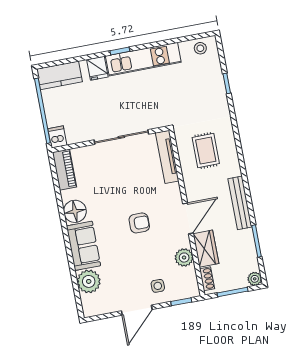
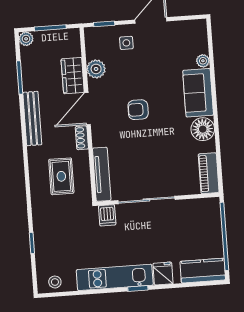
dishwasher: (57, 137) -> (107, 215), moved
shoe rack: (207, 279) -> (82, 138), moved
plant: (89, 281) -> (203, 61), width x0.53, depth x0.53

